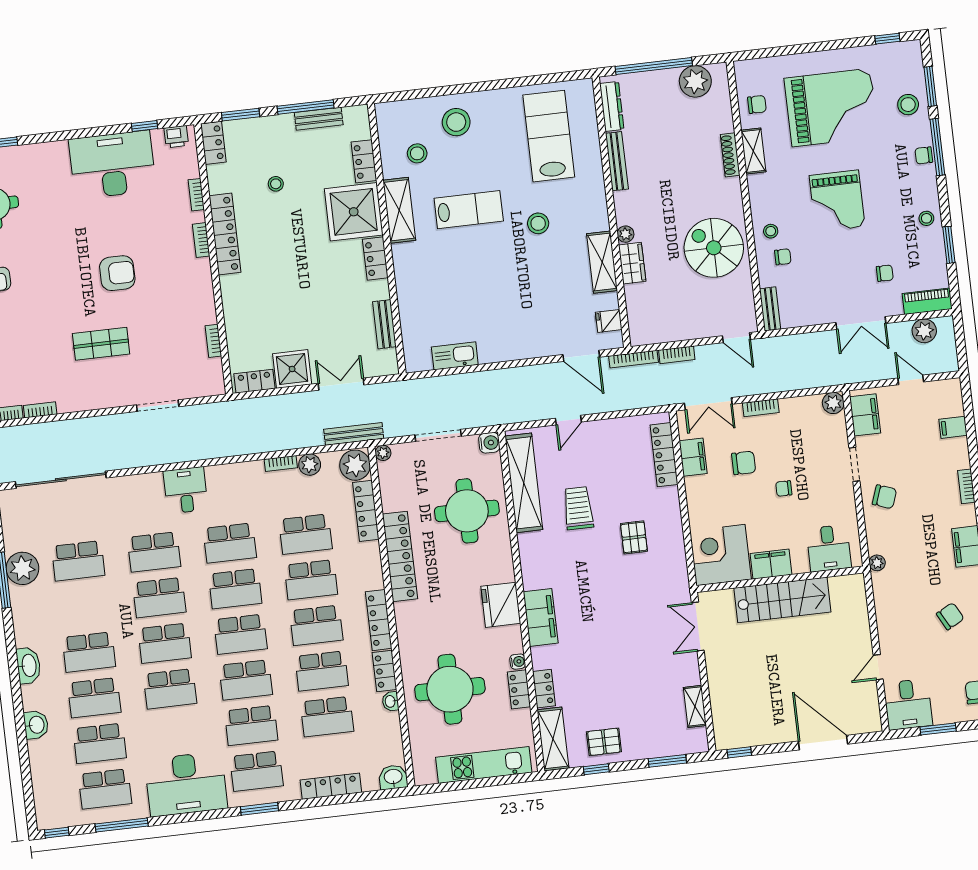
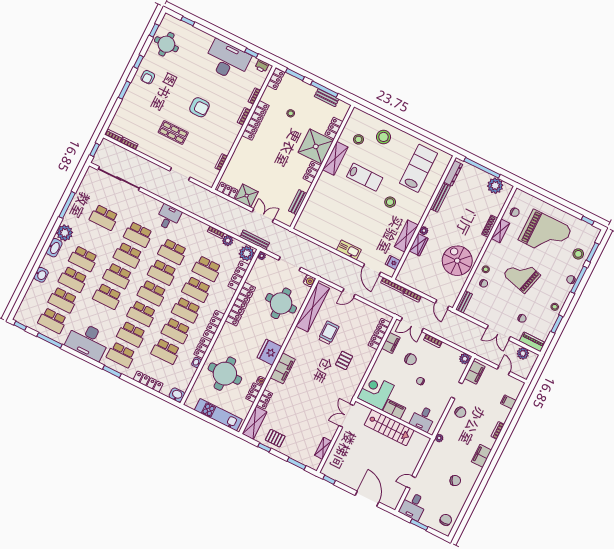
grand piano: (837, 201) -> (522, 275), turned 105
kitchen sink: (455, 356) -> (349, 250), moved
plant: (22, 568) -> (65, 233), moved

